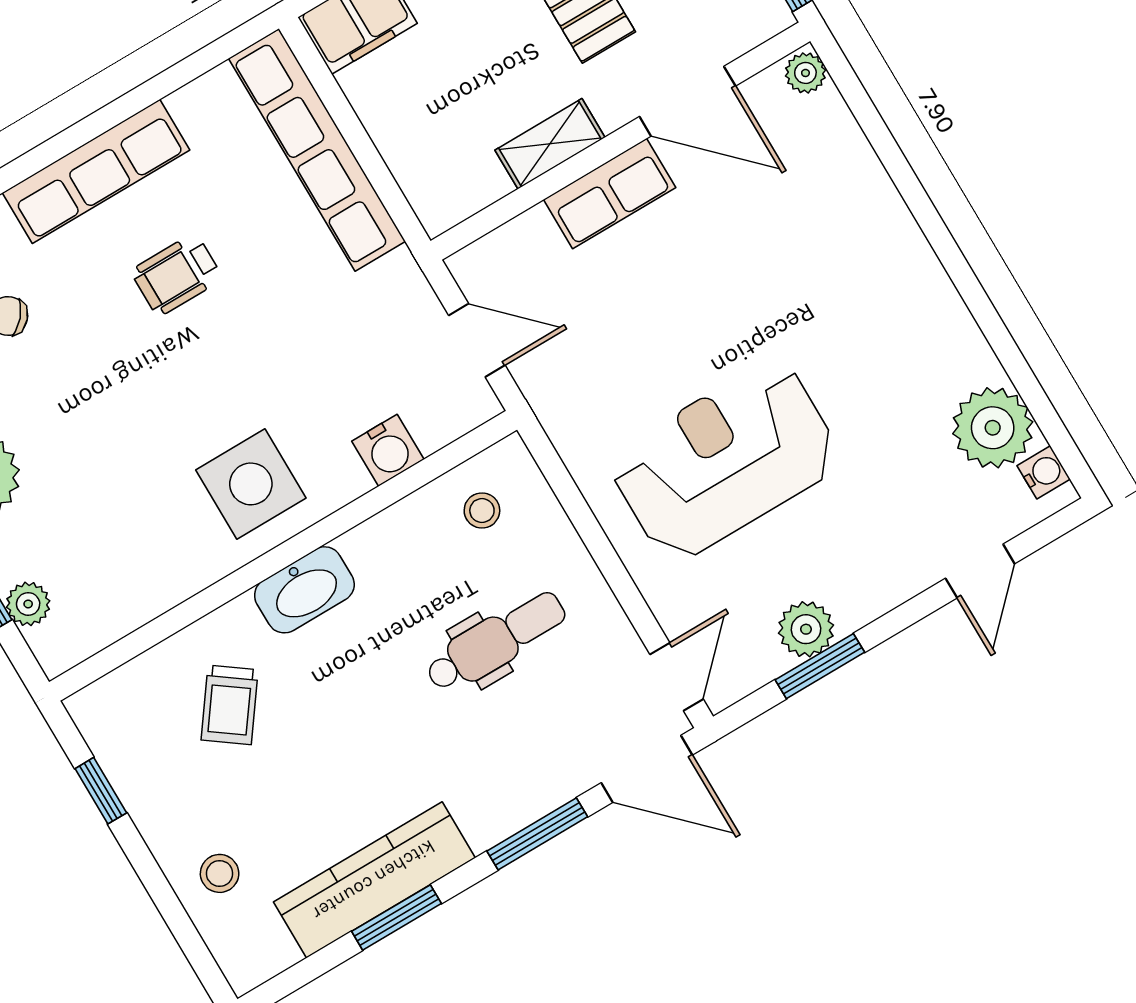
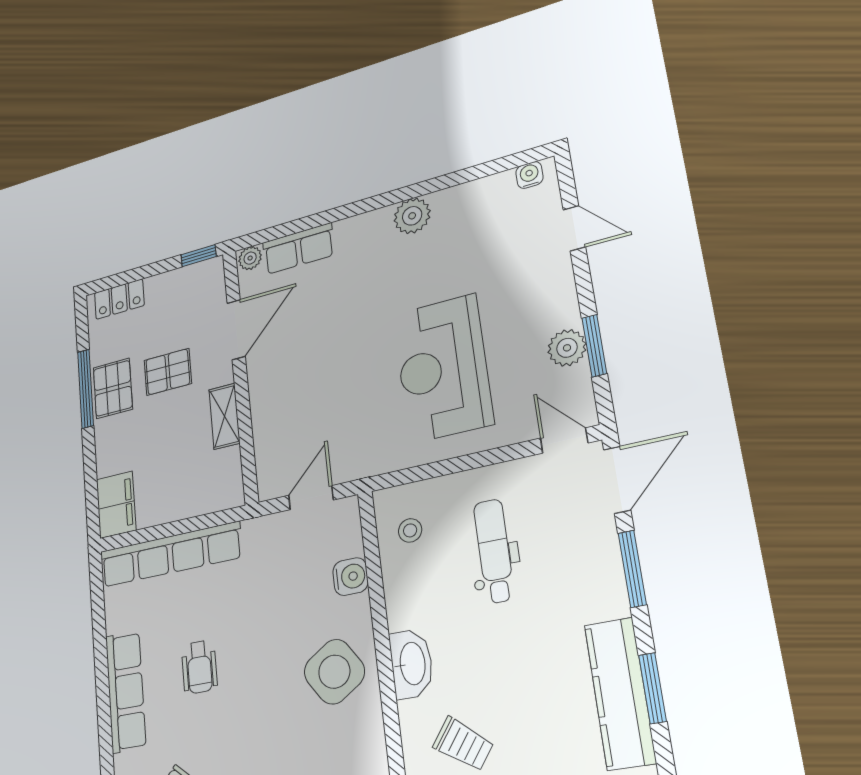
row of seats: (610, 193) -> (298, 249), moved, turned 90
plant: (993, 428) -> (412, 216), moved, width x0.73, depth x0.73
side table: (251, 484) -> (334, 672), turned -34

